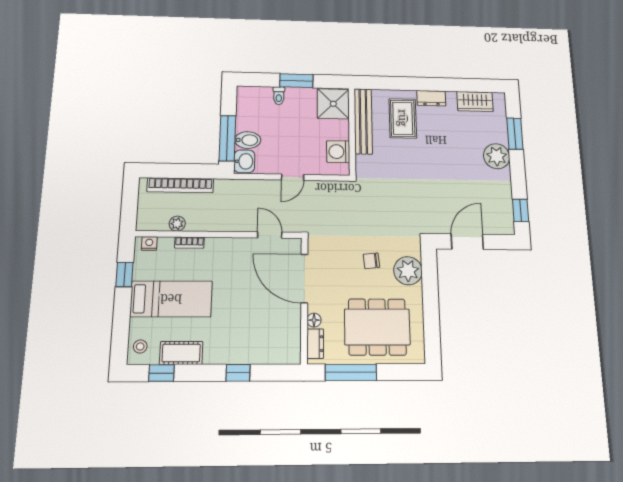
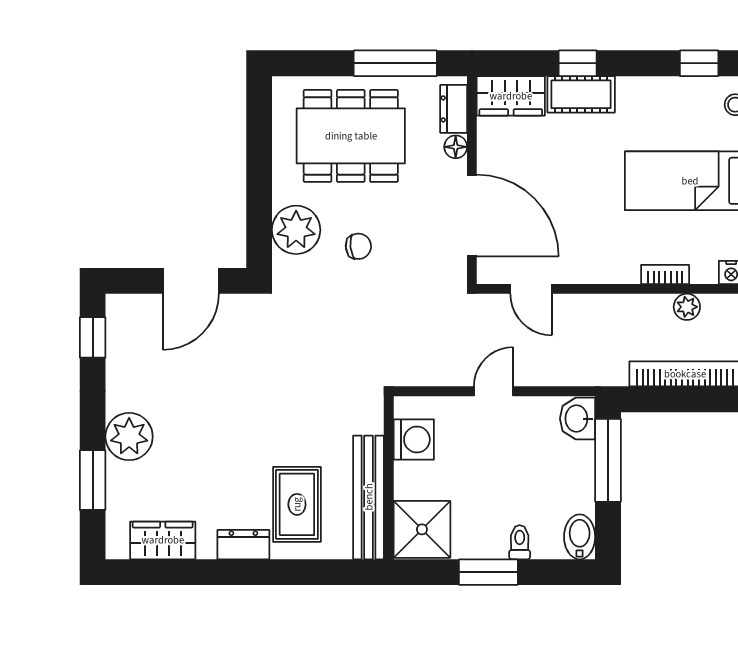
bidet: (248, 140) -> (580, 537), moved, turned 90
wardrobe: (280, 352) -> (511, 96), added
cot: (181, 353) -> (581, 94), moved

